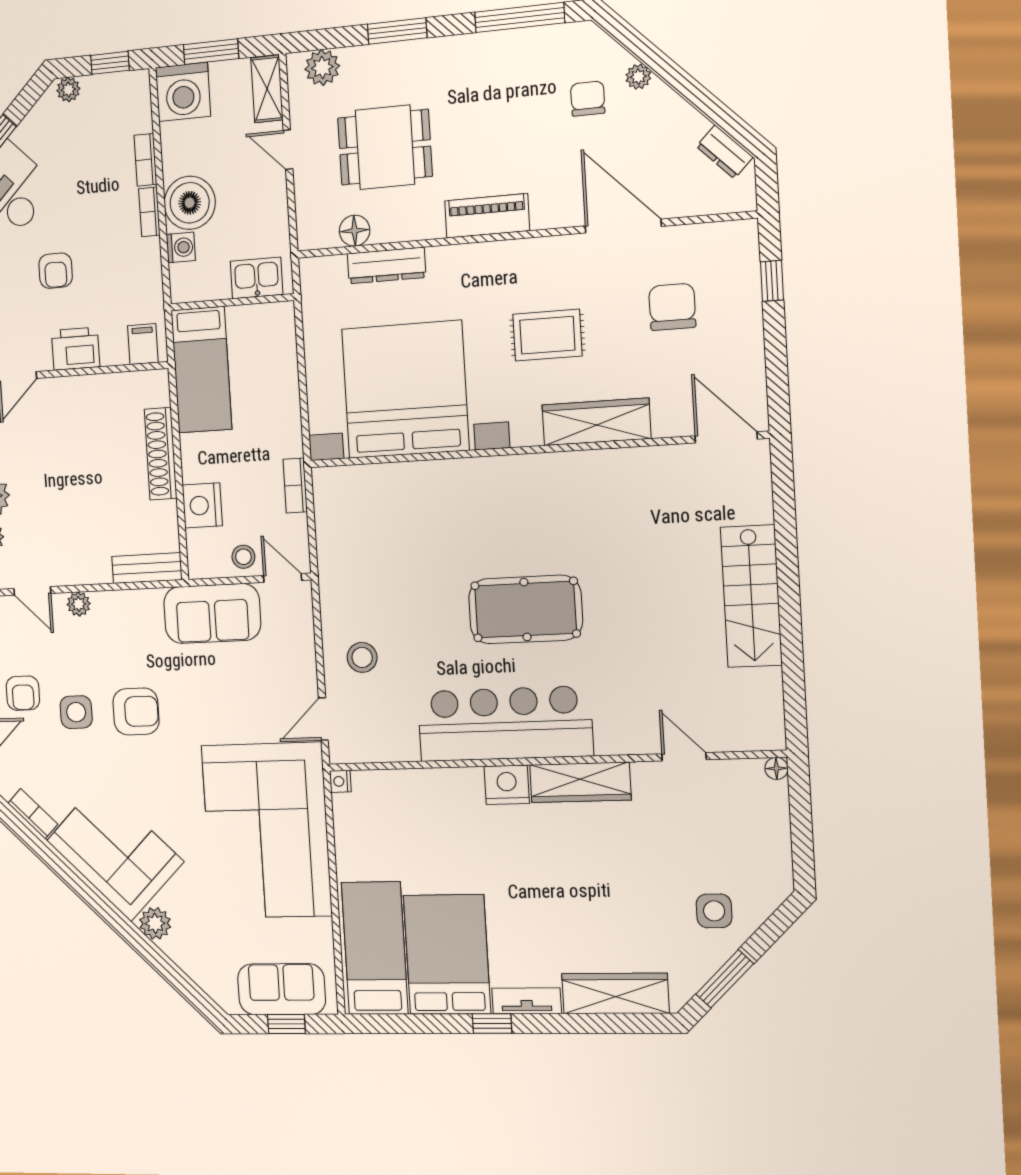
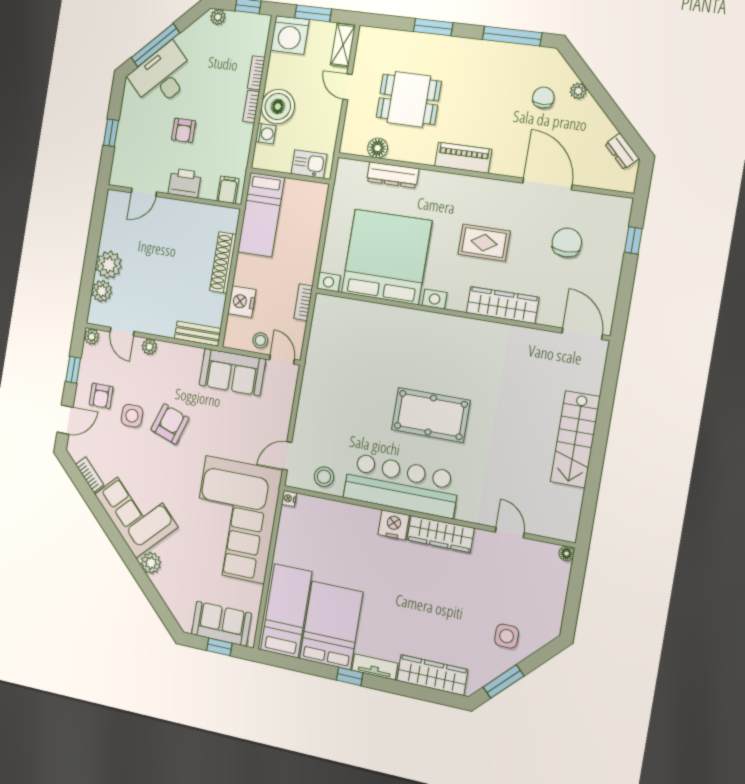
plant: (322, 67) -> (381, 40), removed
stool: (362, 657) -> (324, 477), moved
armchair: (136, 711) -> (170, 424), turned -71

